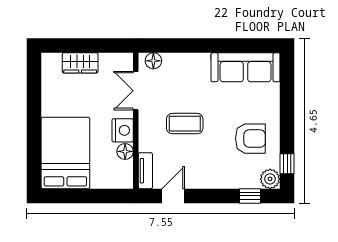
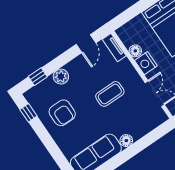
floor lamp: (153, 61) -> (126, 141), moved
armchair: (250, 139) -> (62, 113), turned -90
plant: (270, 179) -> (61, 77), moved

